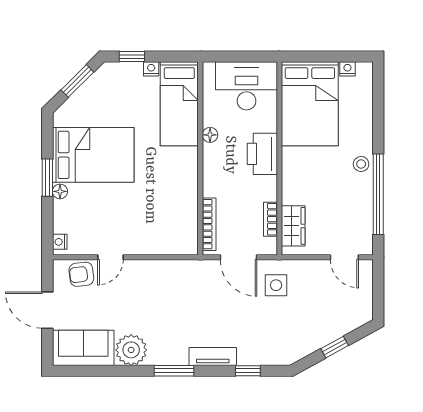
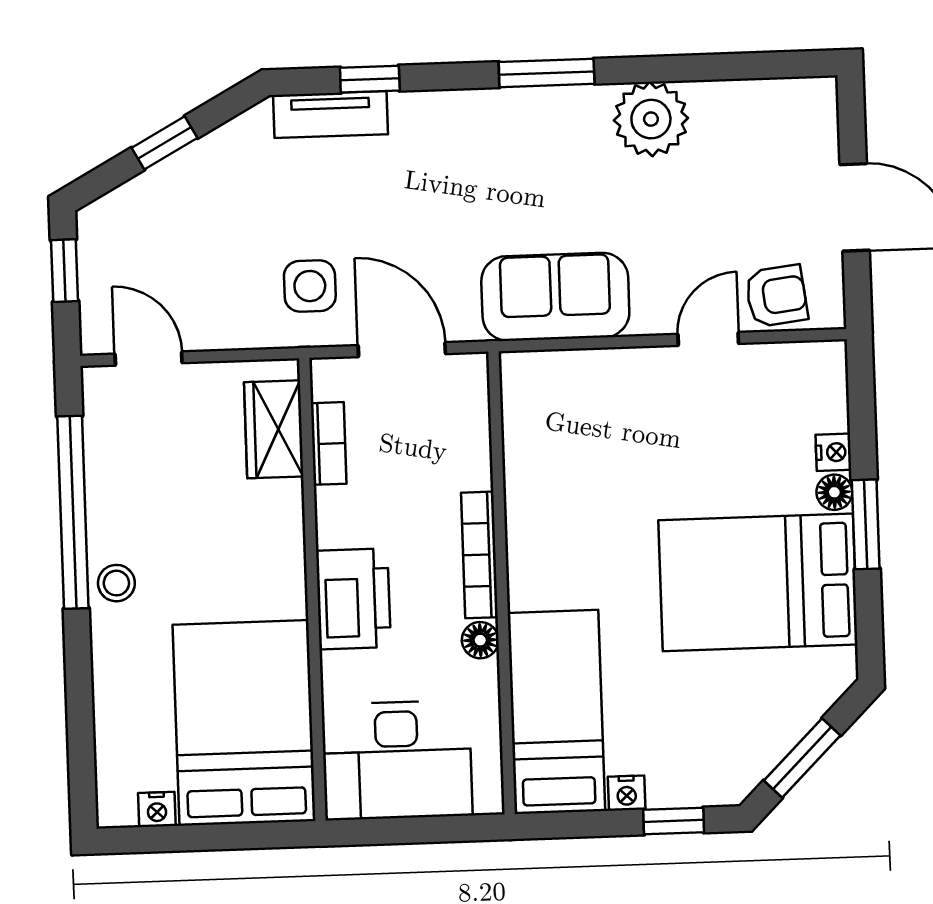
bookcase: (209, 224) -> (479, 555), moved
nightstand: (60, 242) -> (833, 452), moved
window: (378, 295) -> (65, 271), added
sofa: (83, 348) -> (555, 297), moved, turned 180
tv unit: (213, 356) -> (330, 115), moved

